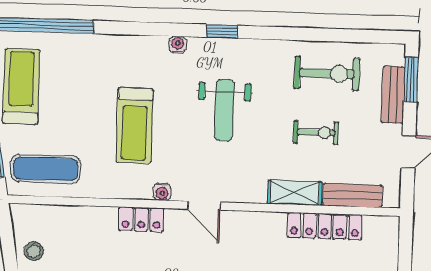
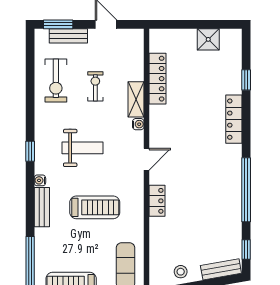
exercise bike: (327, 74) -> (56, 80), turned 180
water cooler: (162, 192) -> (138, 124), moved
bench: (353, 195) -> (42, 207), moved

